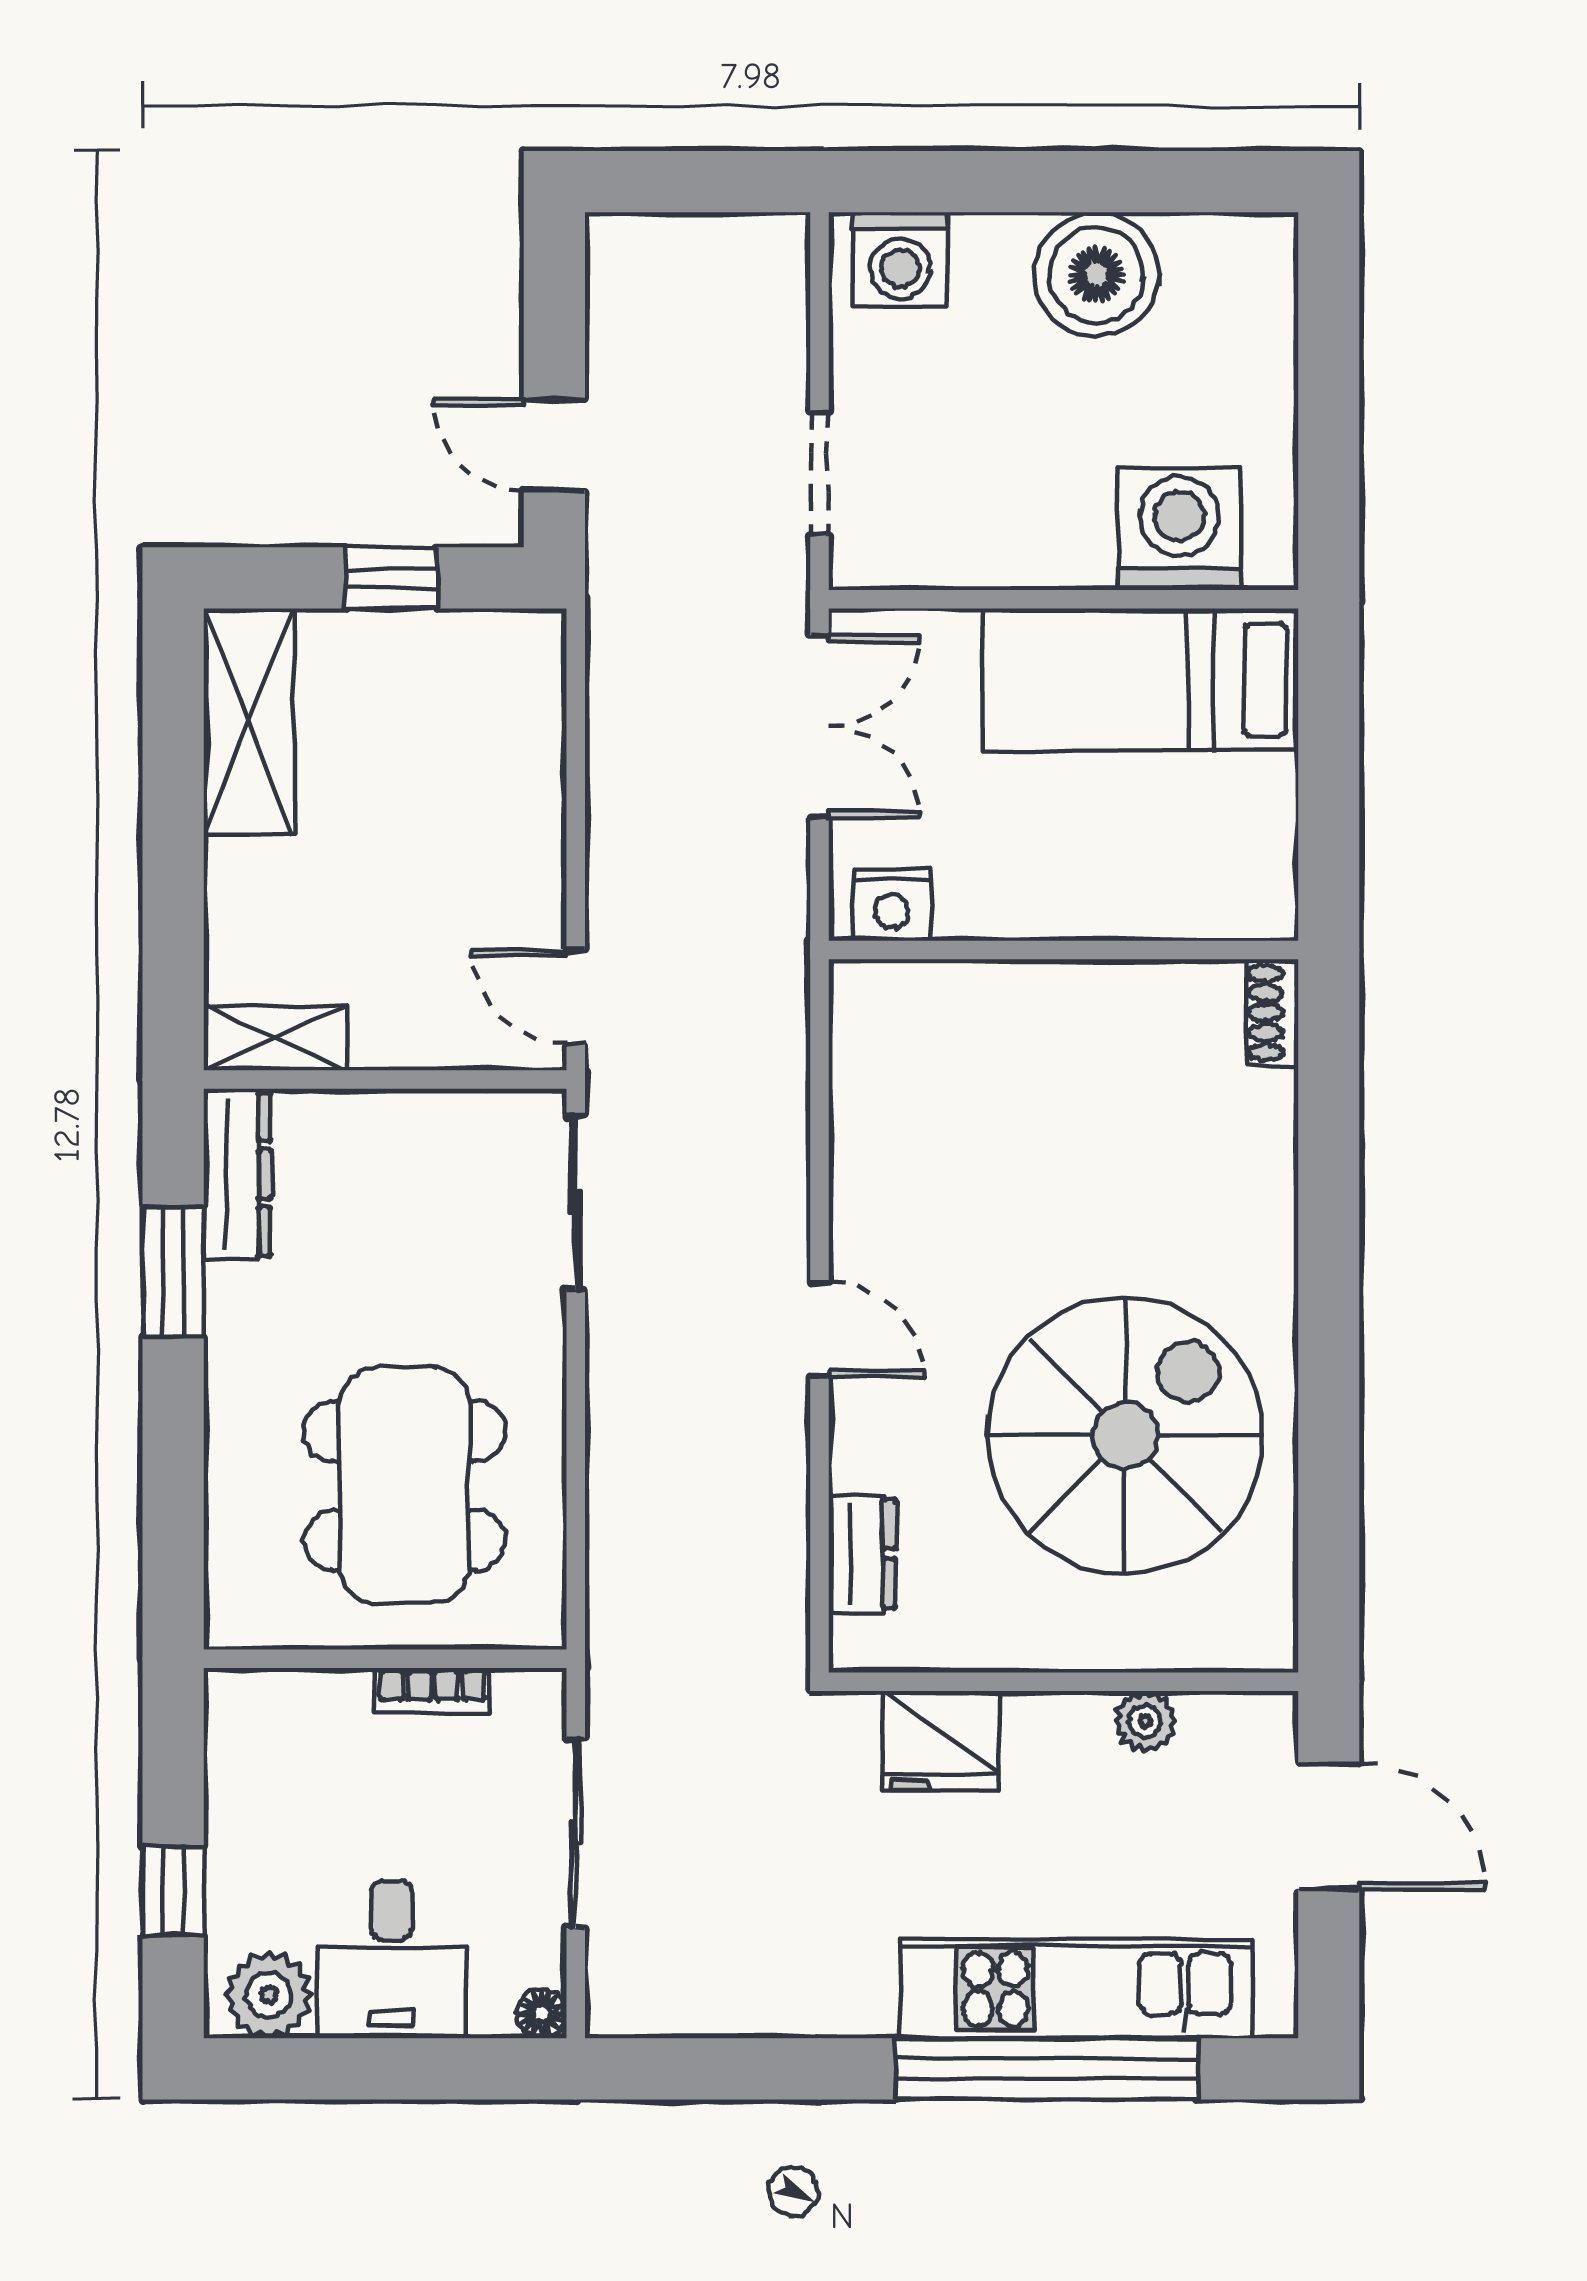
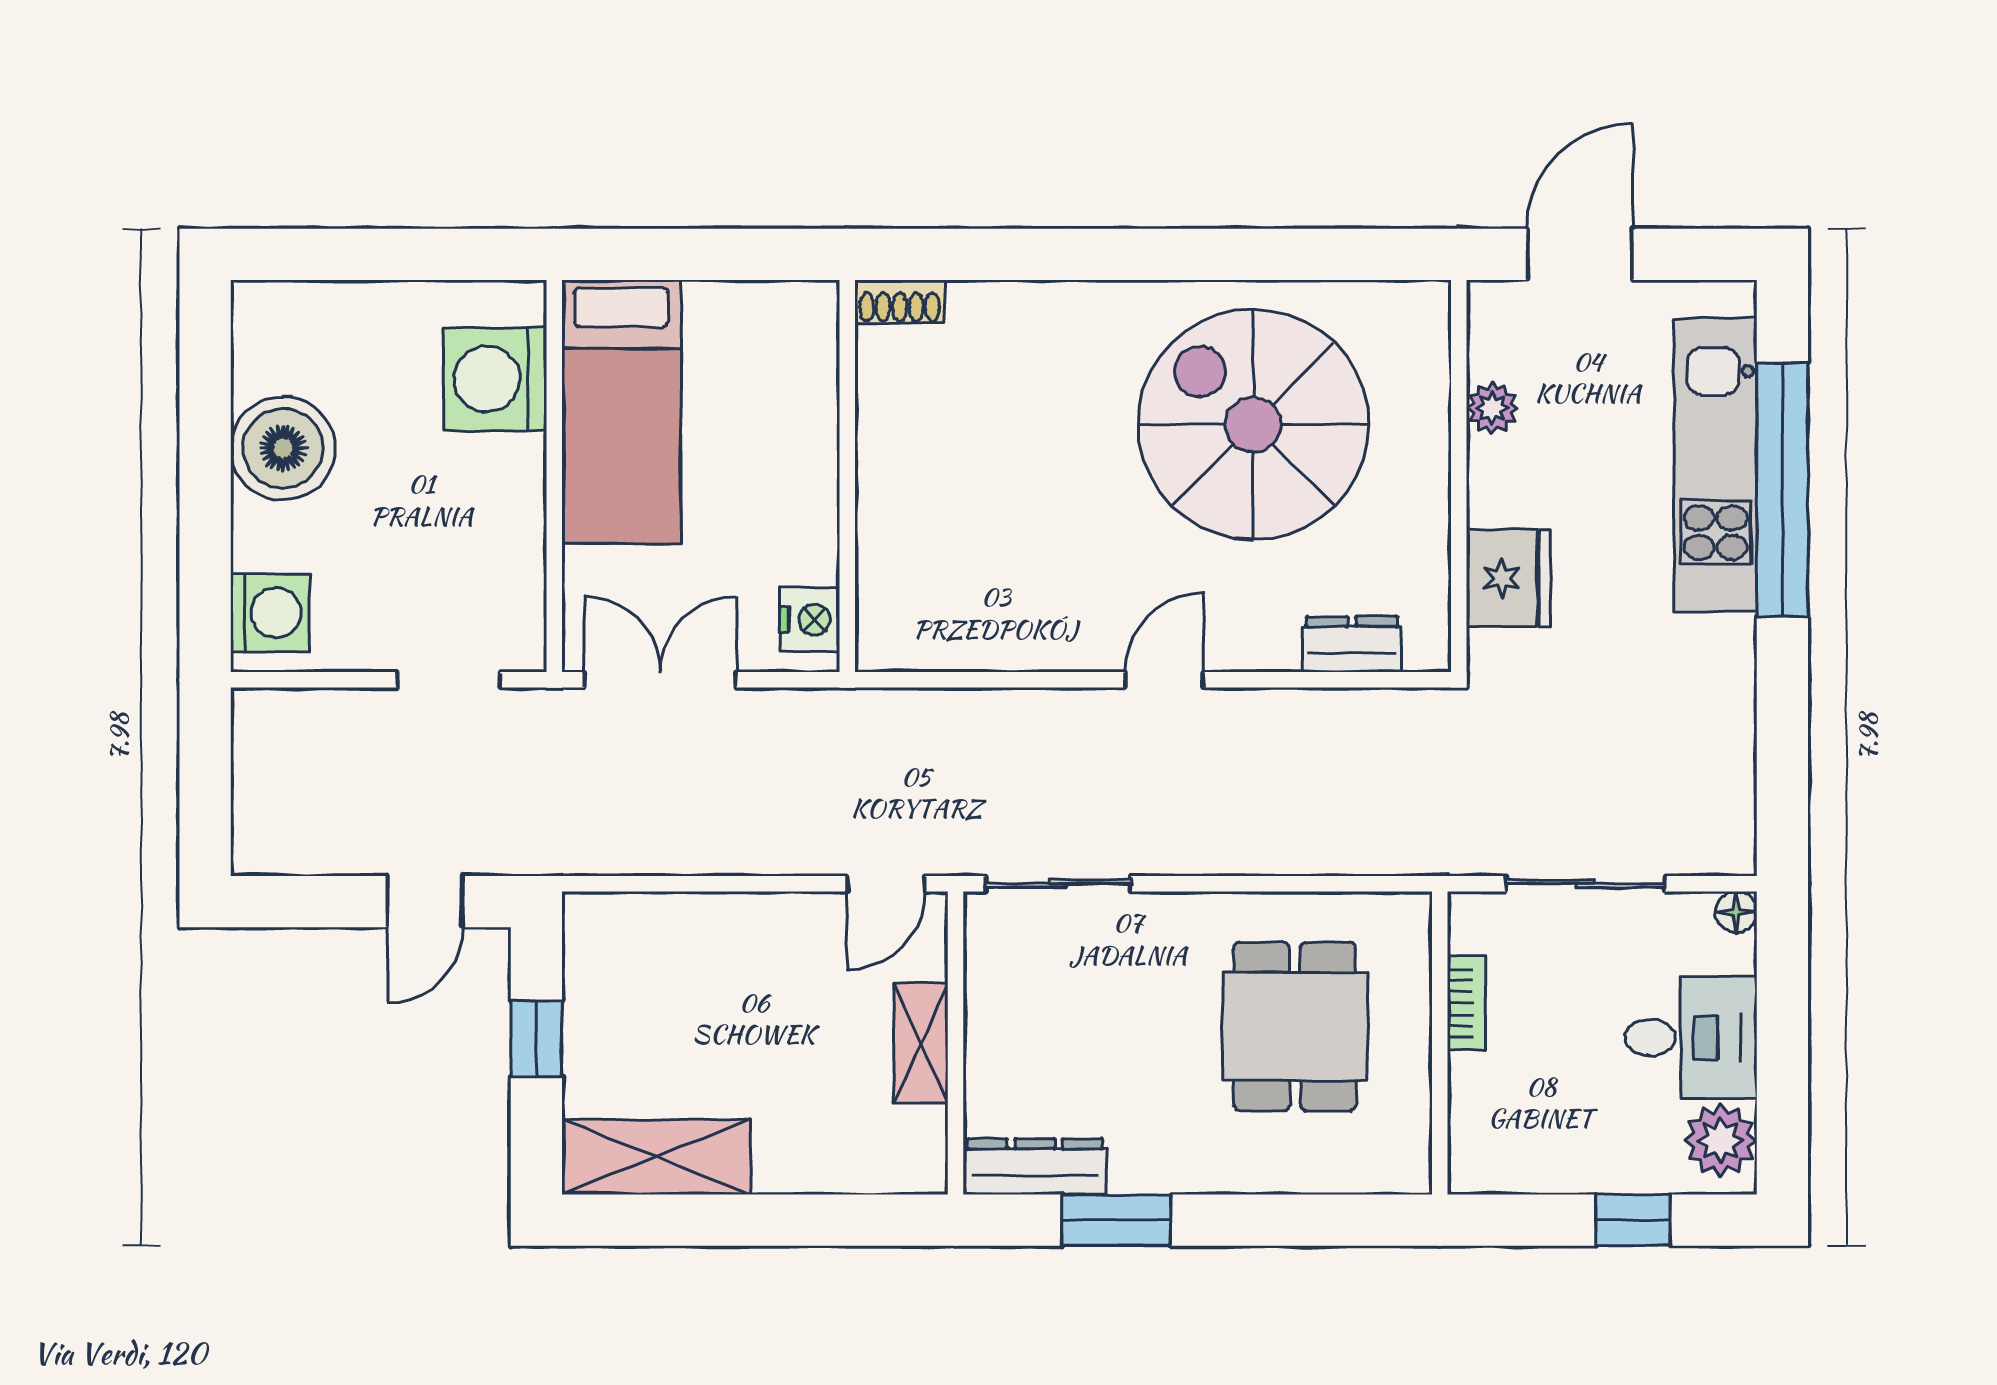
shelving: (276, 1038) -> (921, 1043), moved
dining table: (405, 1485) -> (1295, 1027), width x0.73

